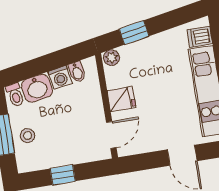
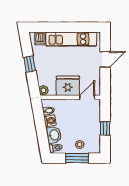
window: (134, 33) -> (30, 64), moved
fridge: (122, 99) -> (68, 86), width x1.88, depth x1.34
door: (111, 135) -> (87, 97), hinge flipped

